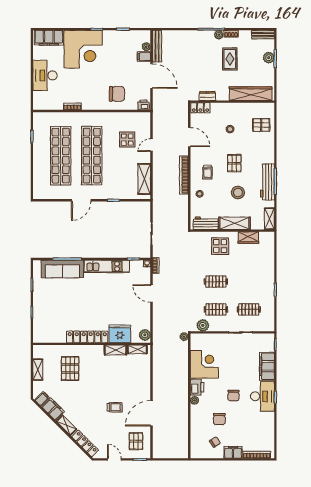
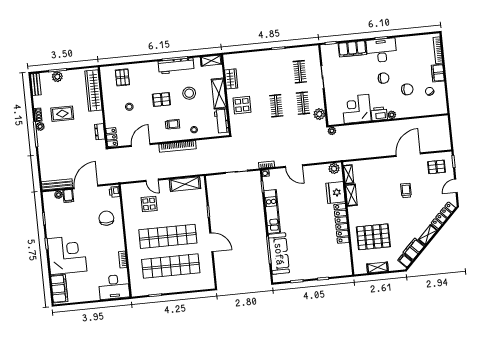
desk: (45, 75) -> (114, 287), moved
door: (152, 294) -> (294, 166), hinge flipped
pallet: (70, 369) -> (373, 237), width x1.37, depth x1.41
door: (152, 413) -> (408, 155), swing flipped

